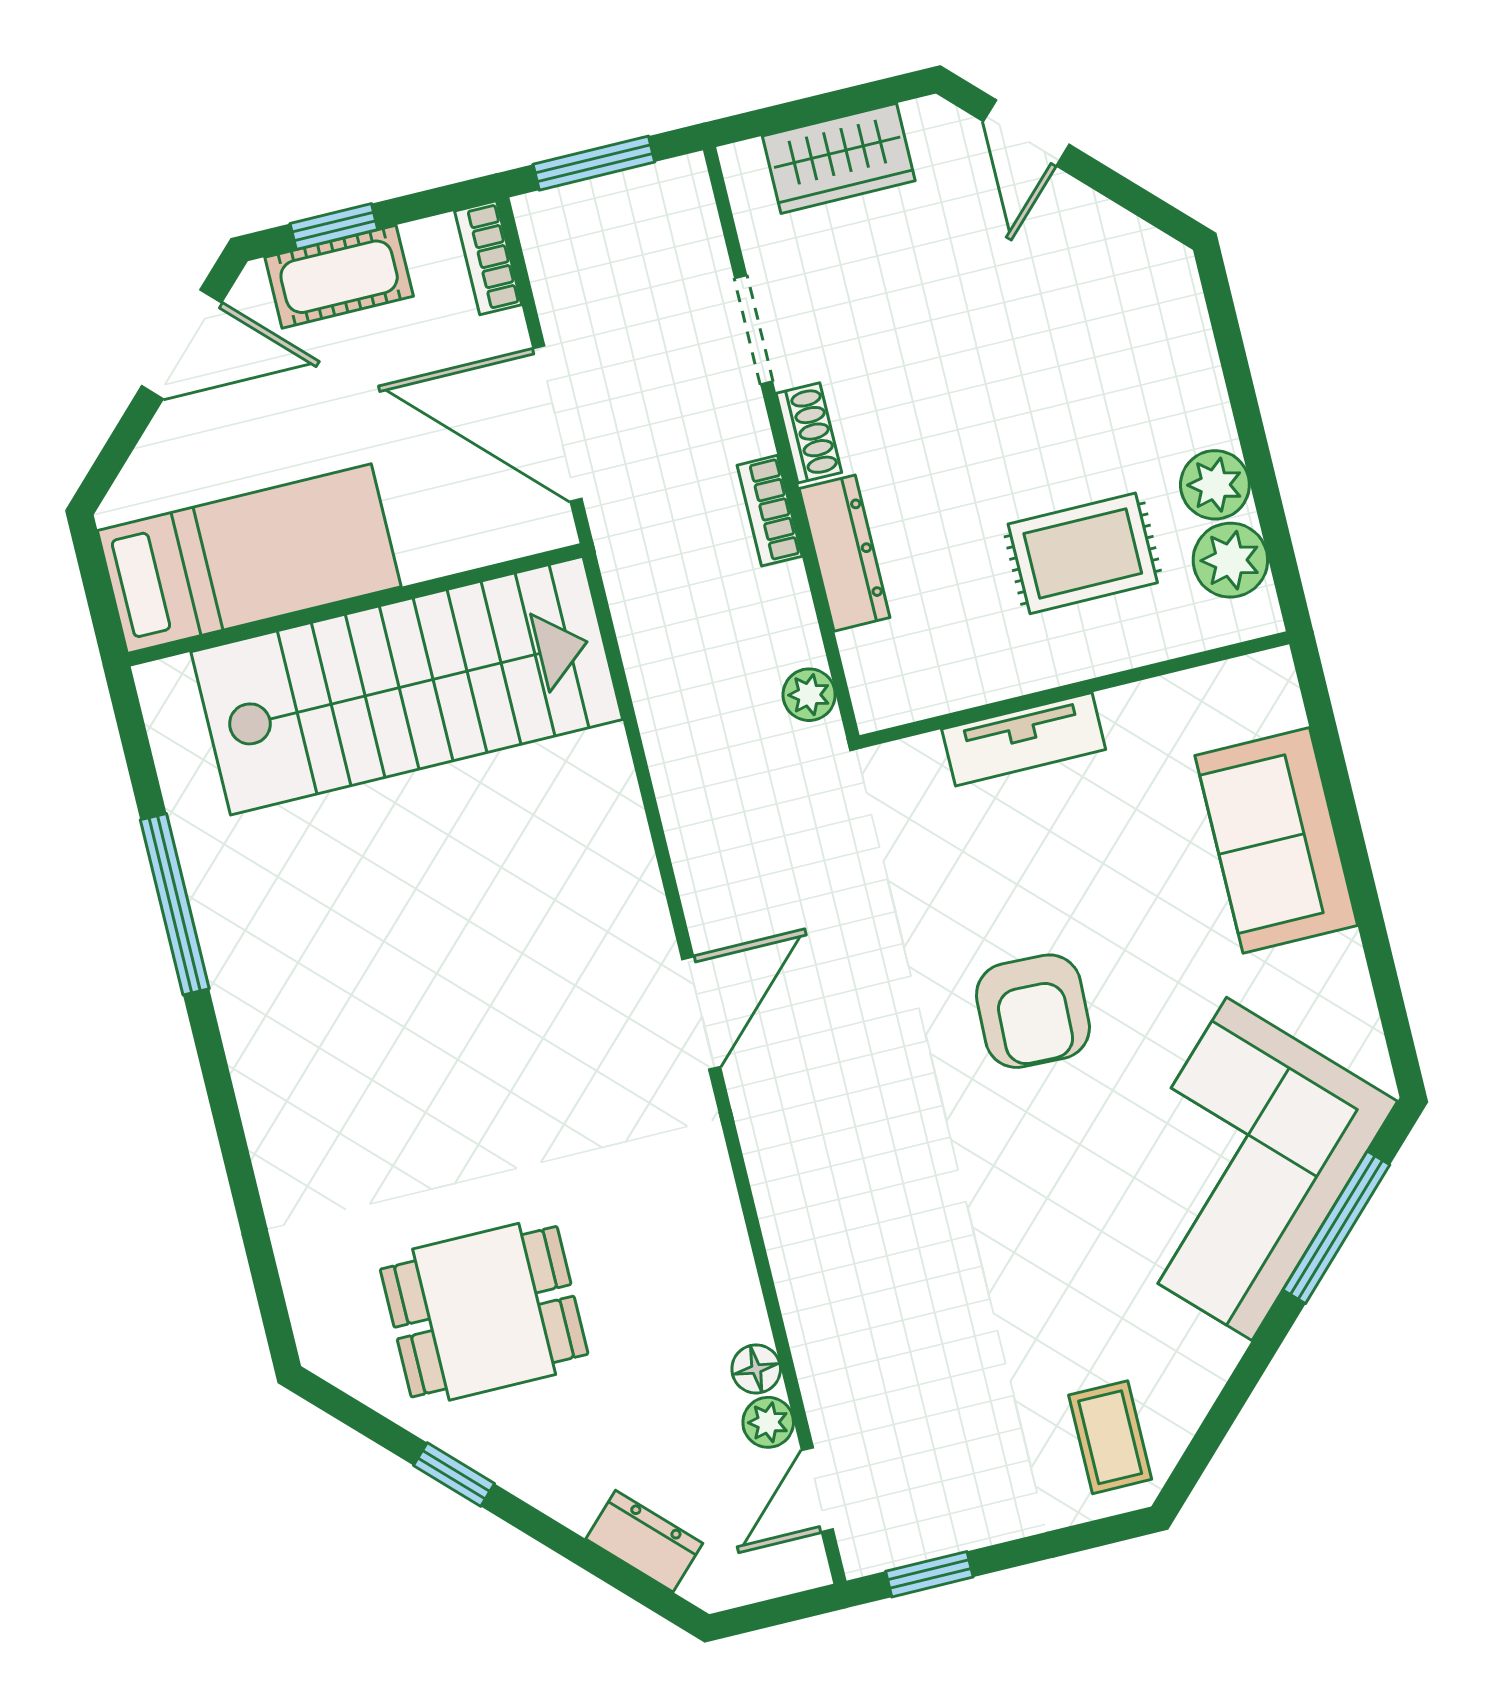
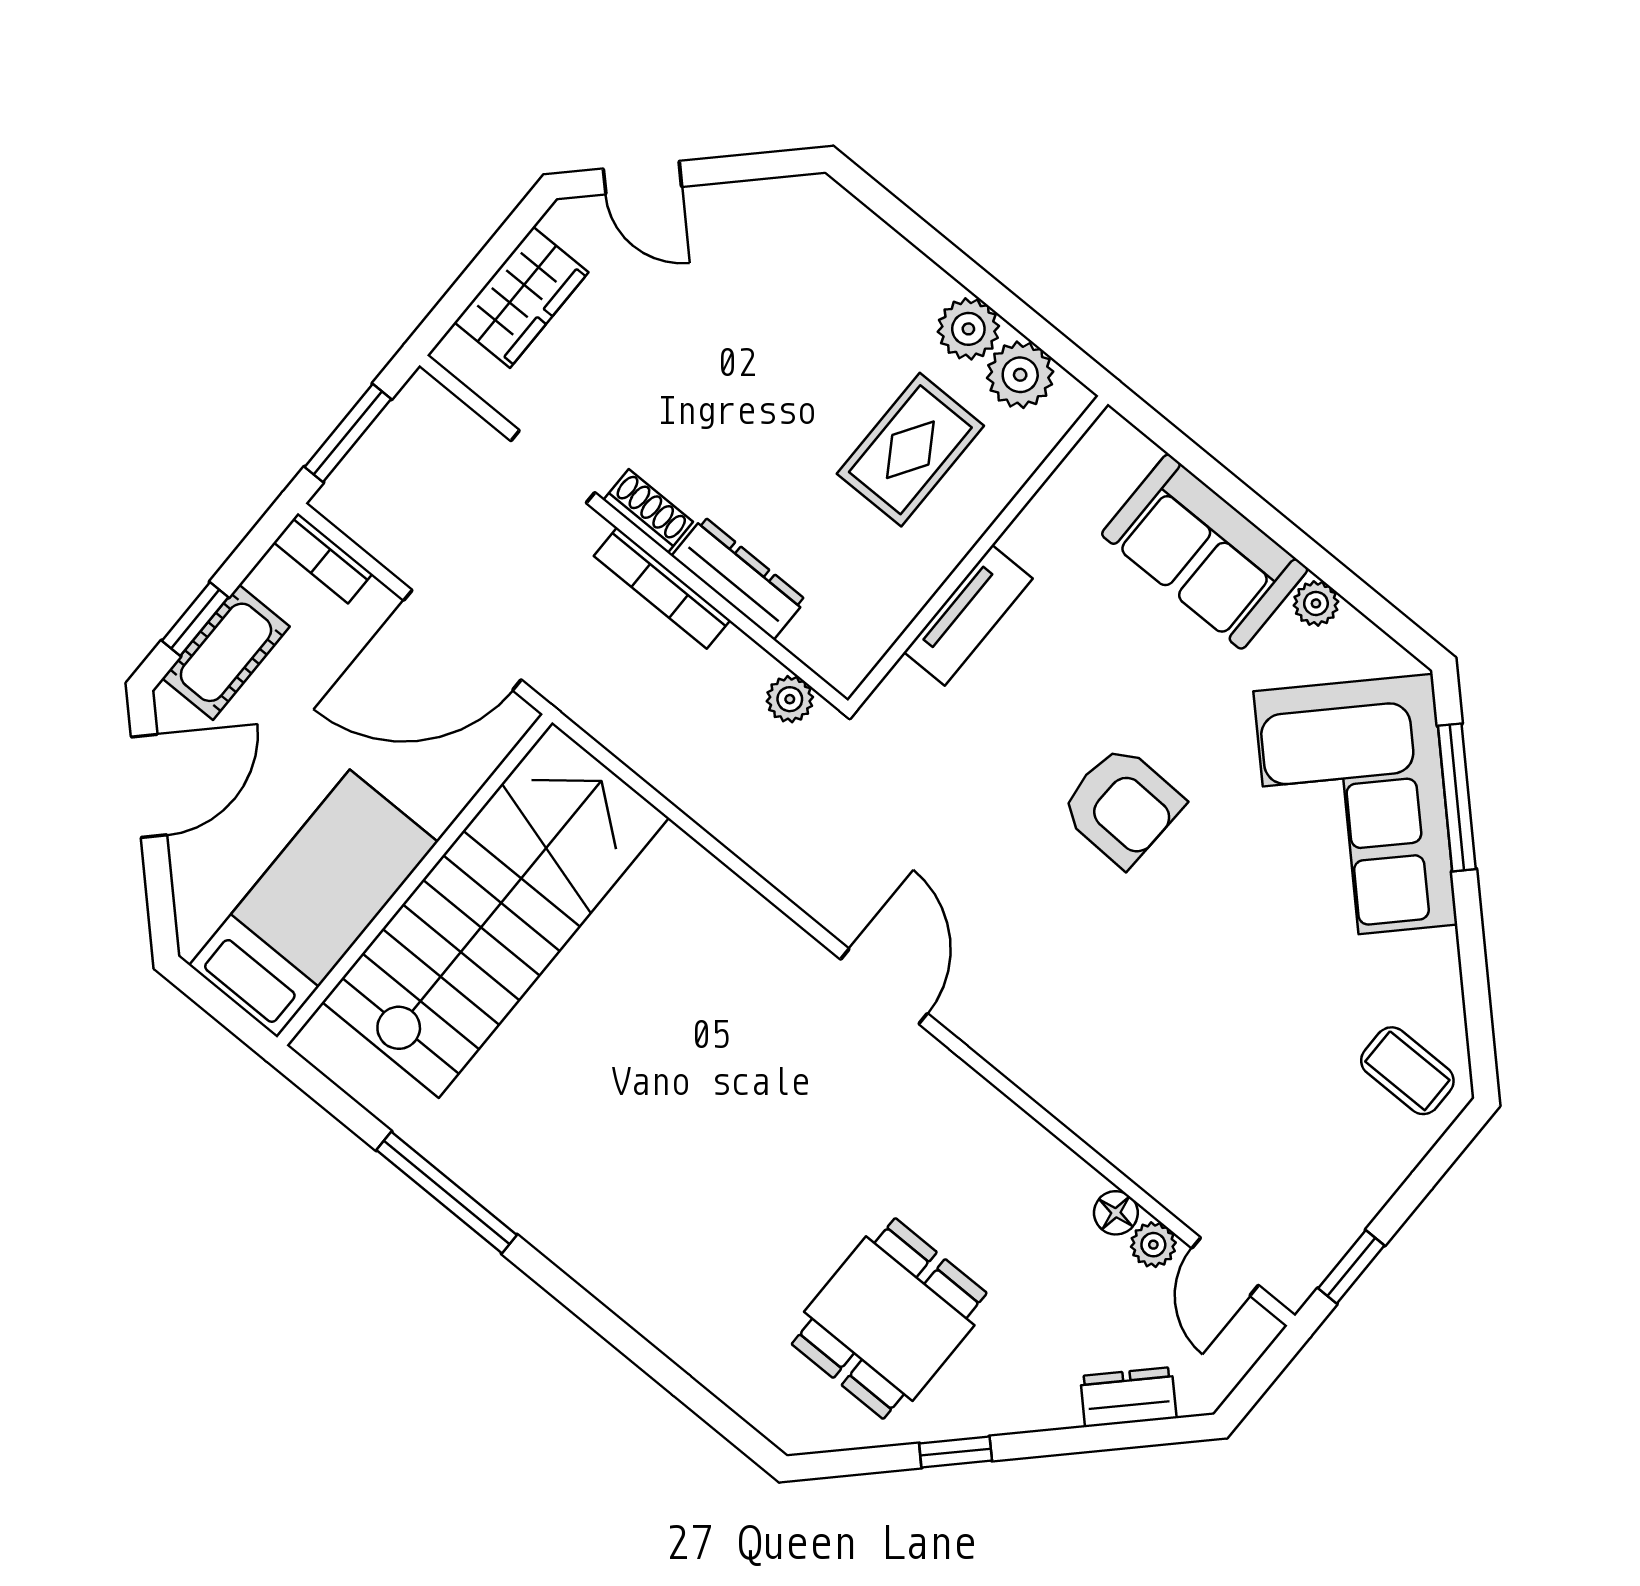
bookcase: (770, 511) -> (662, 588), width x1.56
plant: (1341, 961) -> (1316, 603), added

